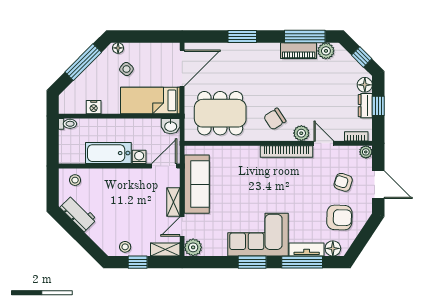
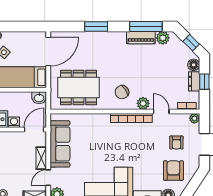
armchair: (343, 182) -> (176, 142), turned -108
armchair: (339, 218) -> (173, 171), turned -92

